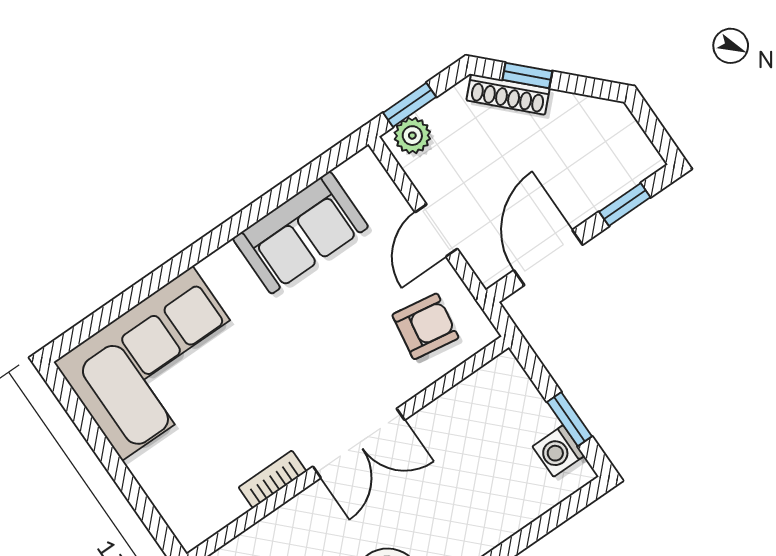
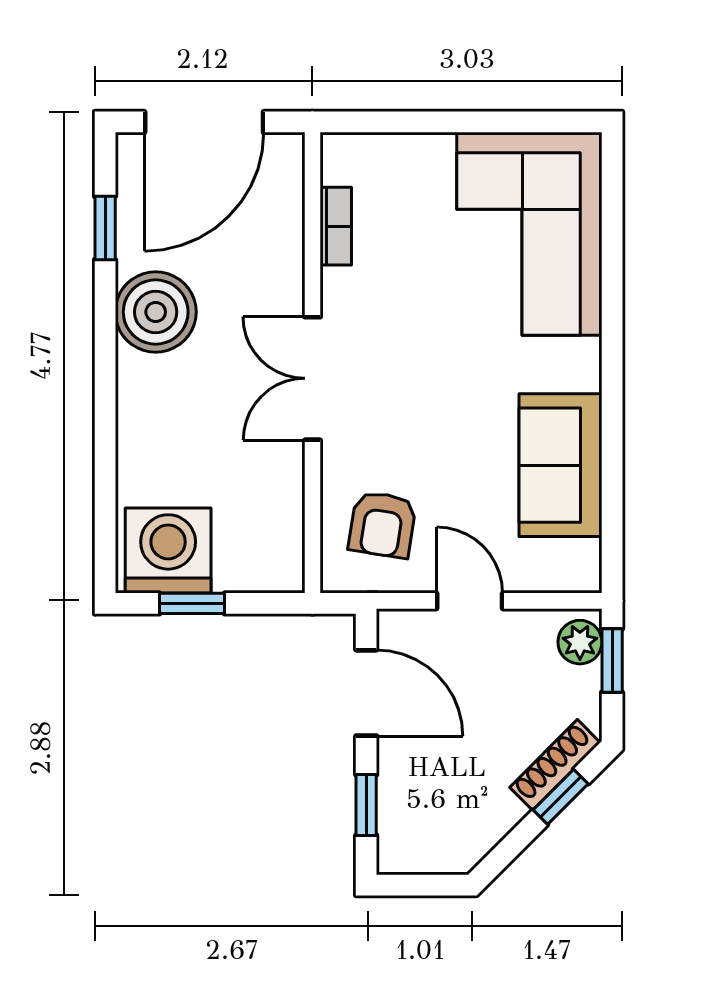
washing machine: (558, 451) -> (168, 550), width x1.89, depth x1.89
bookcase: (273, 479) -> (336, 226), moved

